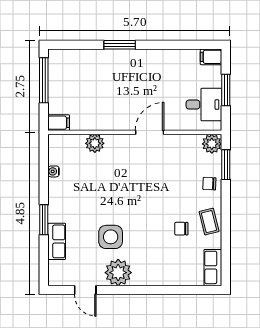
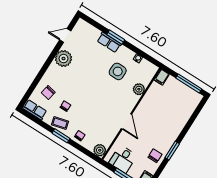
window: (120, 45) -> (172, 151), moved
chair: (172, 64) -> (155, 156), added
window: (226, 165) -> (61, 136), moved
side table: (111, 237) -> (118, 71), moved
row of seats: (57, 241) -> (109, 42), moved
chair: (178, 264) -> (48, 93), added

